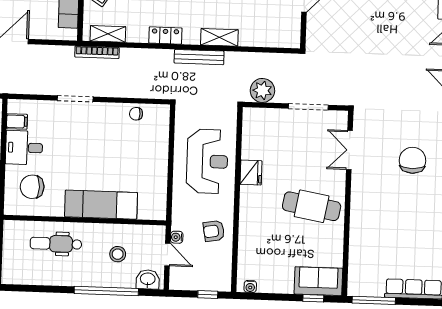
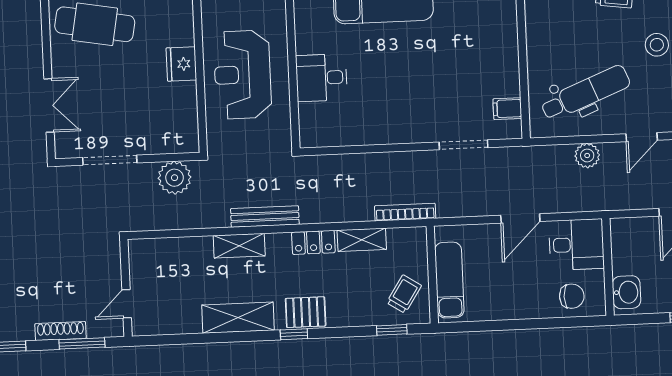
shelving: (108, 34) -> (362, 240), moved
doorway: (75, 99) -> (463, 145), moved
chair: (136, 114) -> (345, 132), removed
desk: (24, 148) -> (321, 78), moved, turned 180
chair: (32, 187) -> (480, 21), removed

